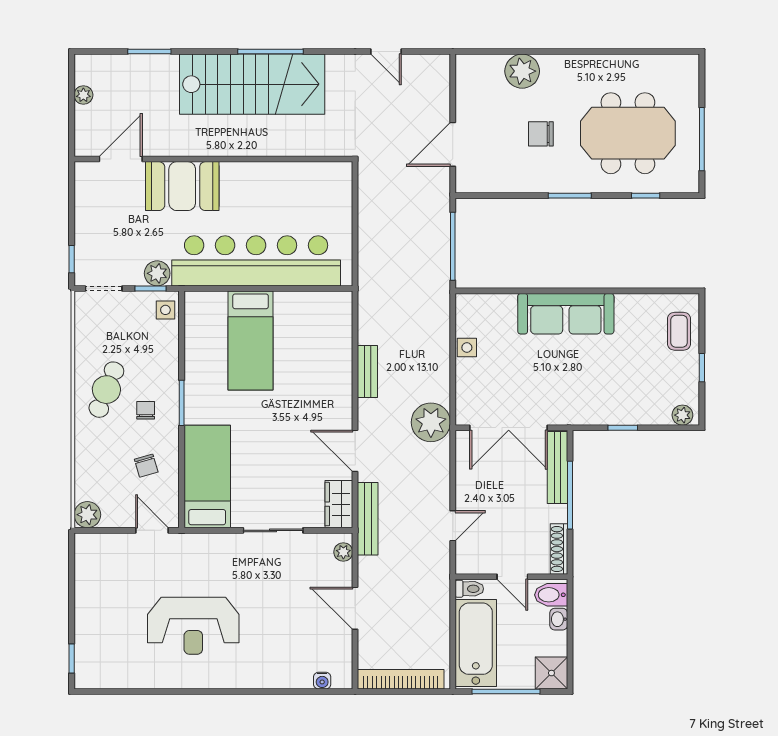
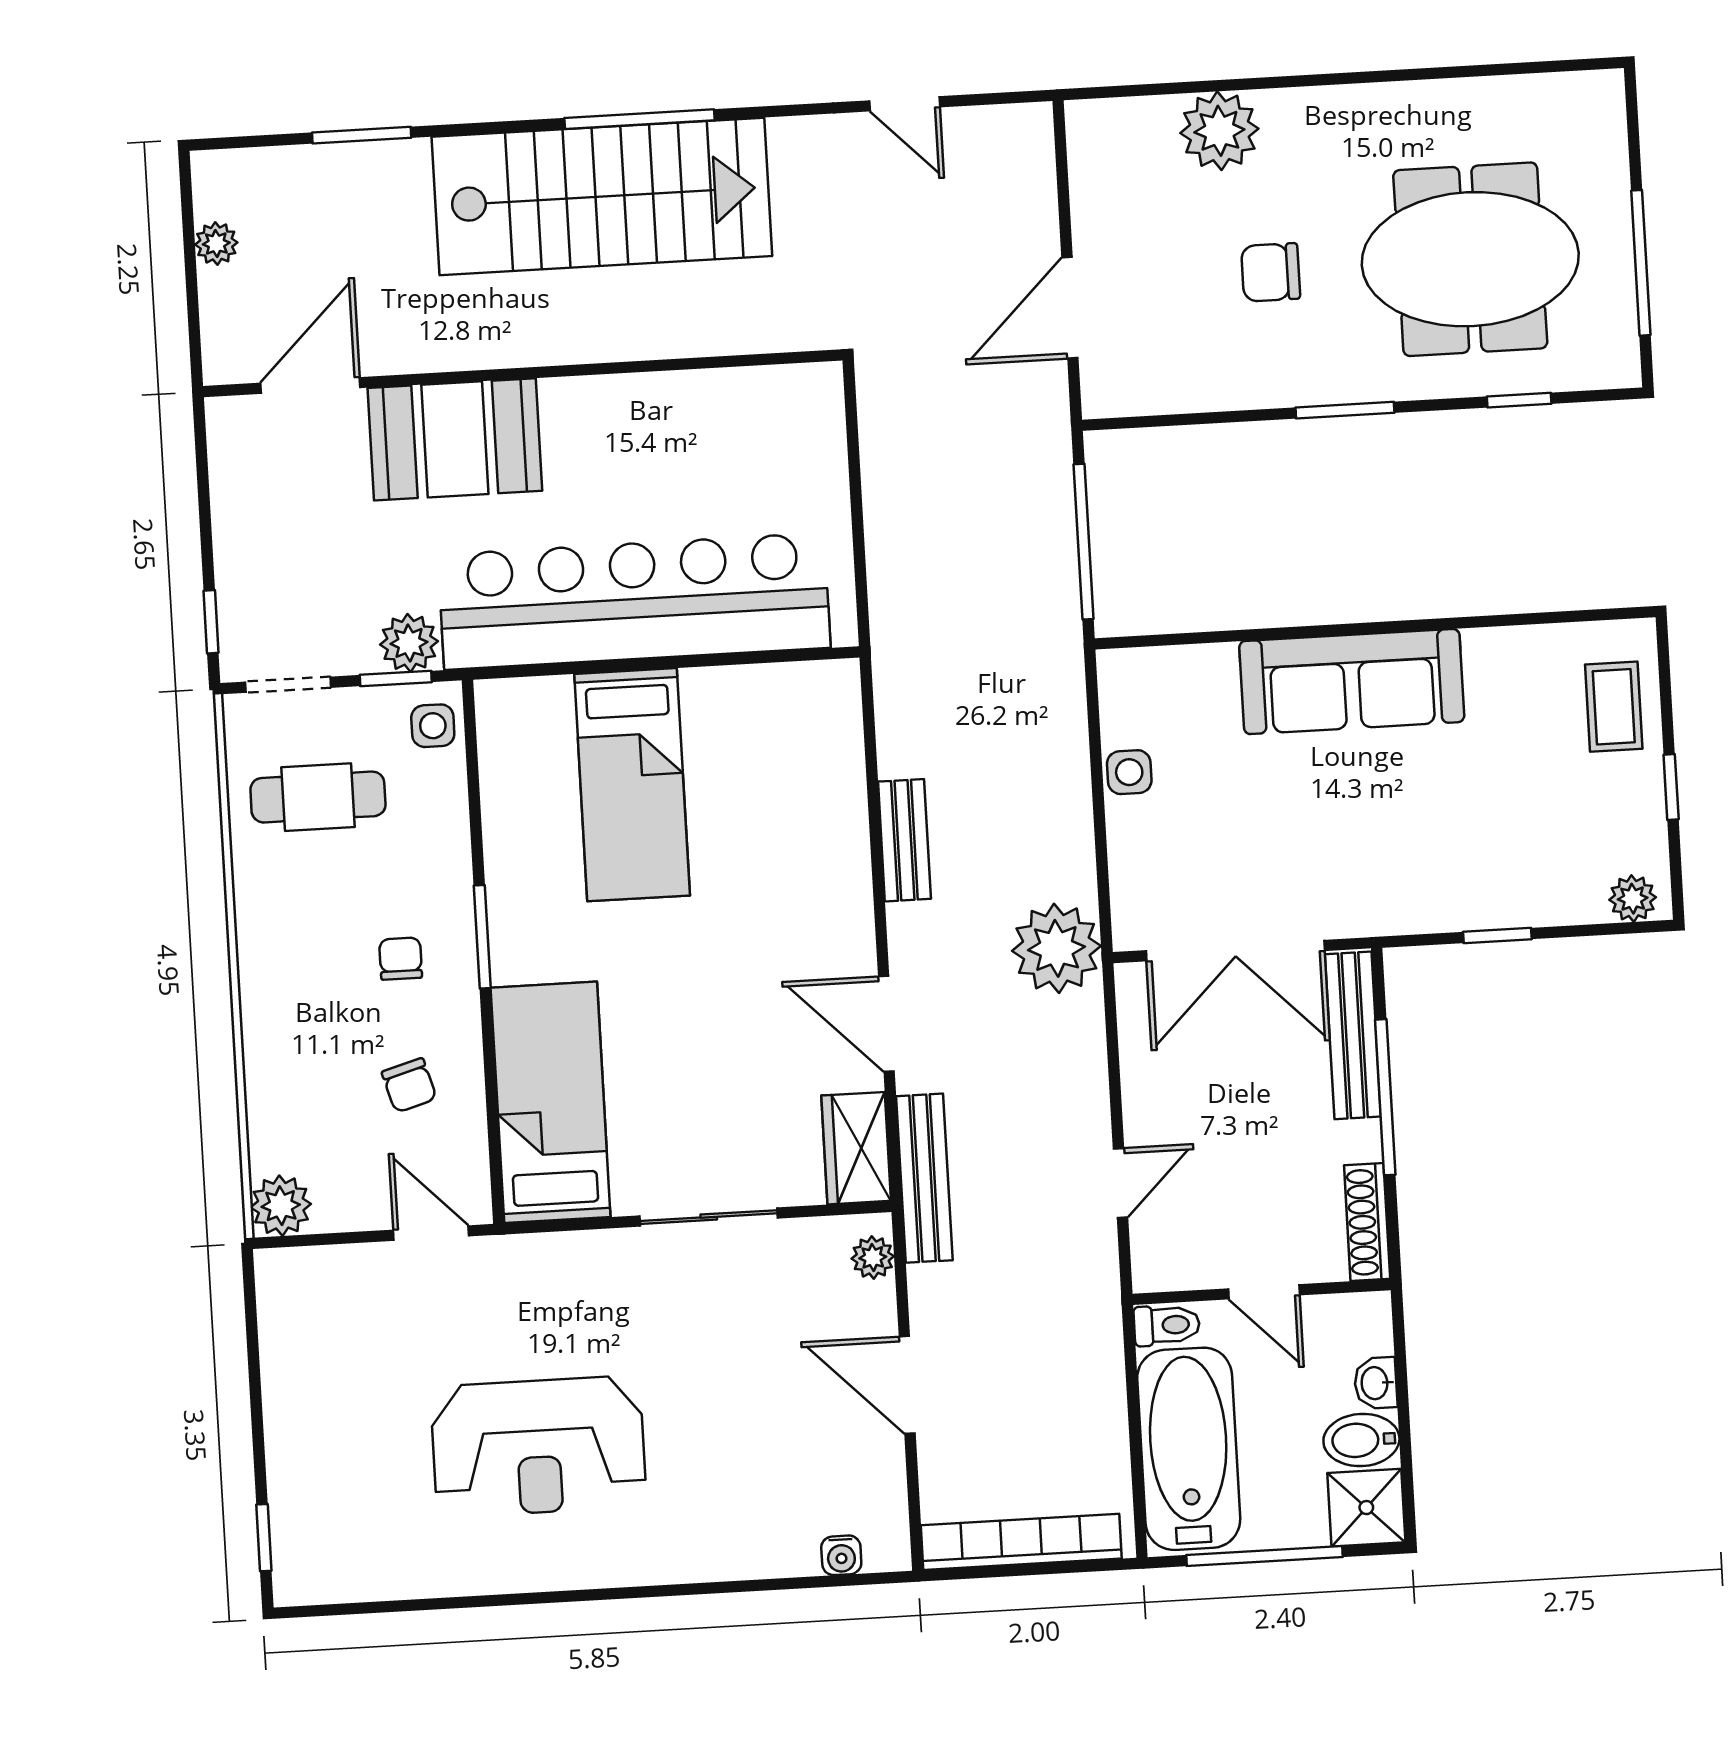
cafe table: (106, 390) -> (318, 797), moved, turned 68
bidet: (551, 595) -> (1361, 1440), moved

